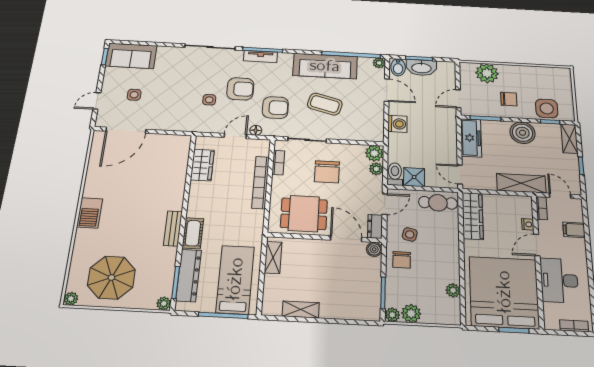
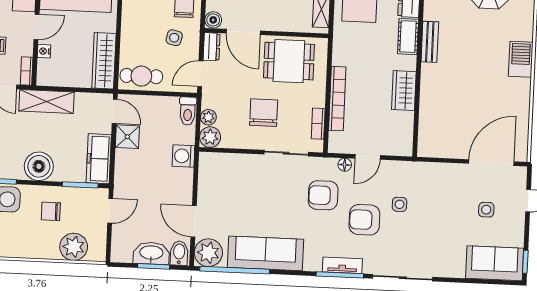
plant: (379, 63) -> (208, 253), width x1.88, depth x1.88
coffee table: (325, 104) -> (266, 201), removed
washing machine: (397, 124) -> (183, 156), moved
wardrobe: (202, 165) -> (404, 91), moved
shower: (414, 177) -> (127, 137), moved

